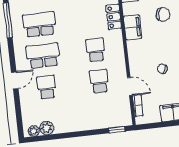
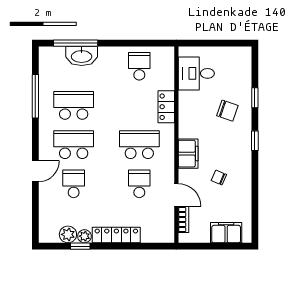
filing cabinet: (133, 27) -> (188, 154), moved
school desk: (96, 50) -> (139, 145), width x1.85
locker: (85, 124) -> (116, 235), added
window: (117, 130) -> (80, 246), moved
plant: (34, 131) -> (84, 236), moved

